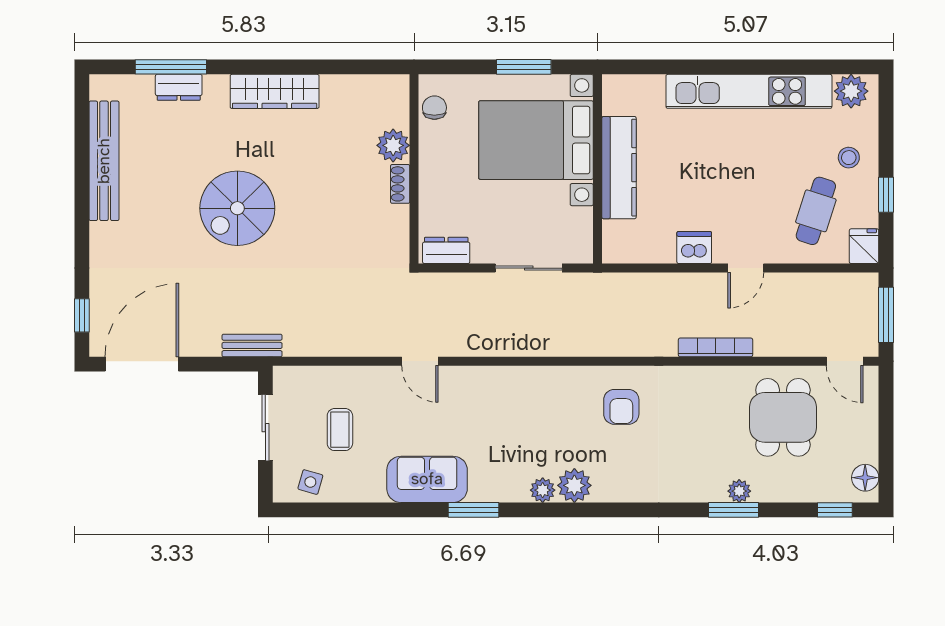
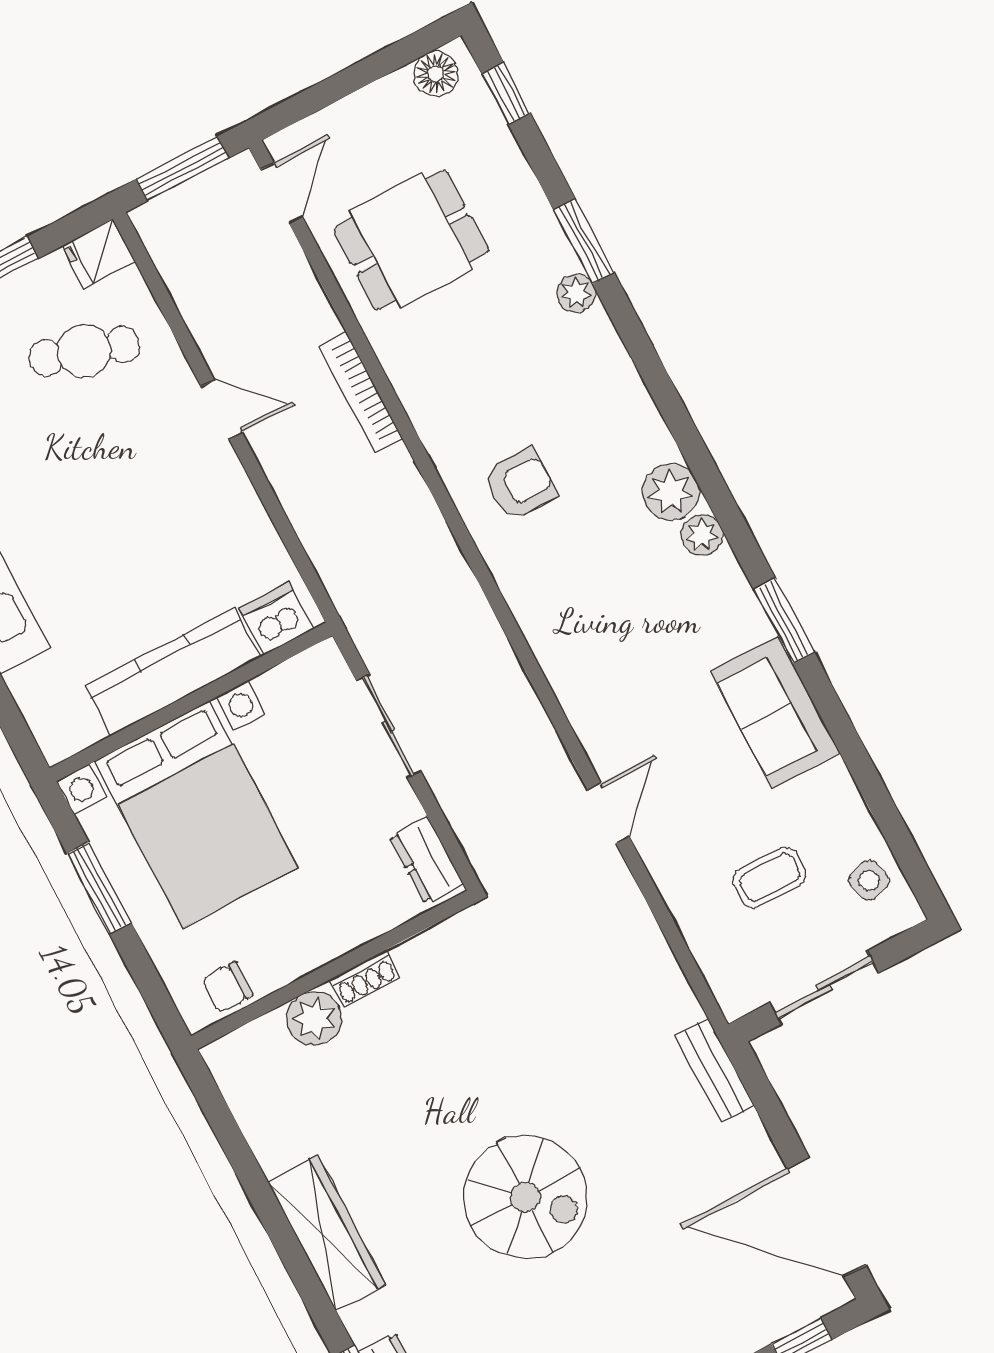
dishwasher: (694, 247) -> (277, 619), moved, turned 90
side table: (310, 482) -> (869, 880), turned -32
plant: (739, 491) -> (576, 293), moved

